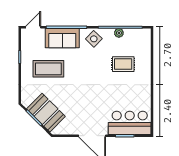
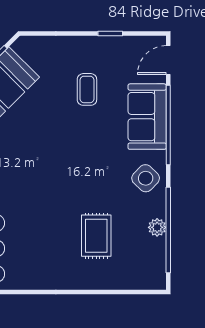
door: (33, 27) -> (168, 60), swing flipped
coffee table: (48, 69) -> (87, 89), width x0.54, depth x0.58

